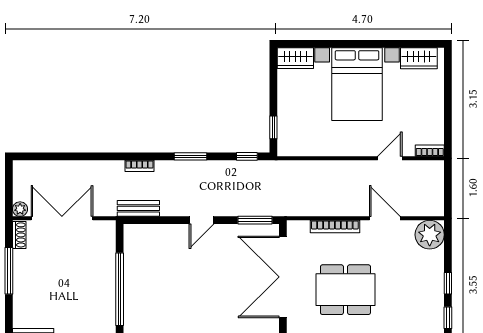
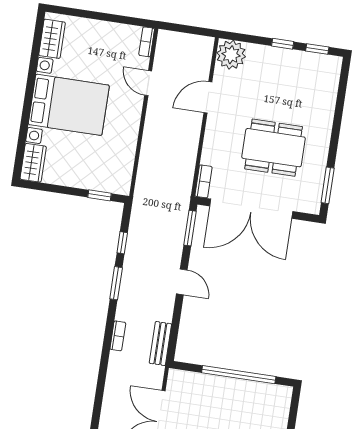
window: (247, 156) -> (122, 243), moved
bookcase: (335, 227) -> (204, 181), moved, width x0.64
dining table: (345, 290) -> (274, 148), turned 90

